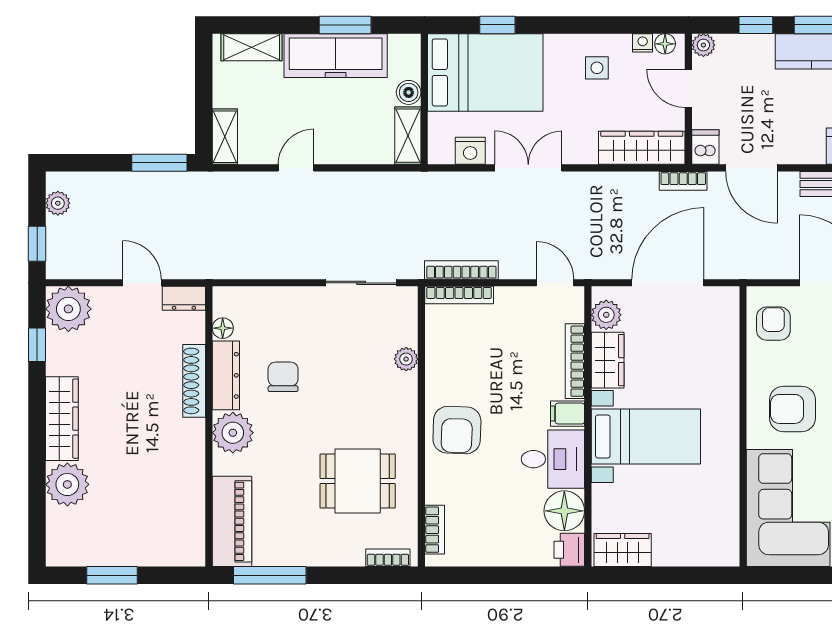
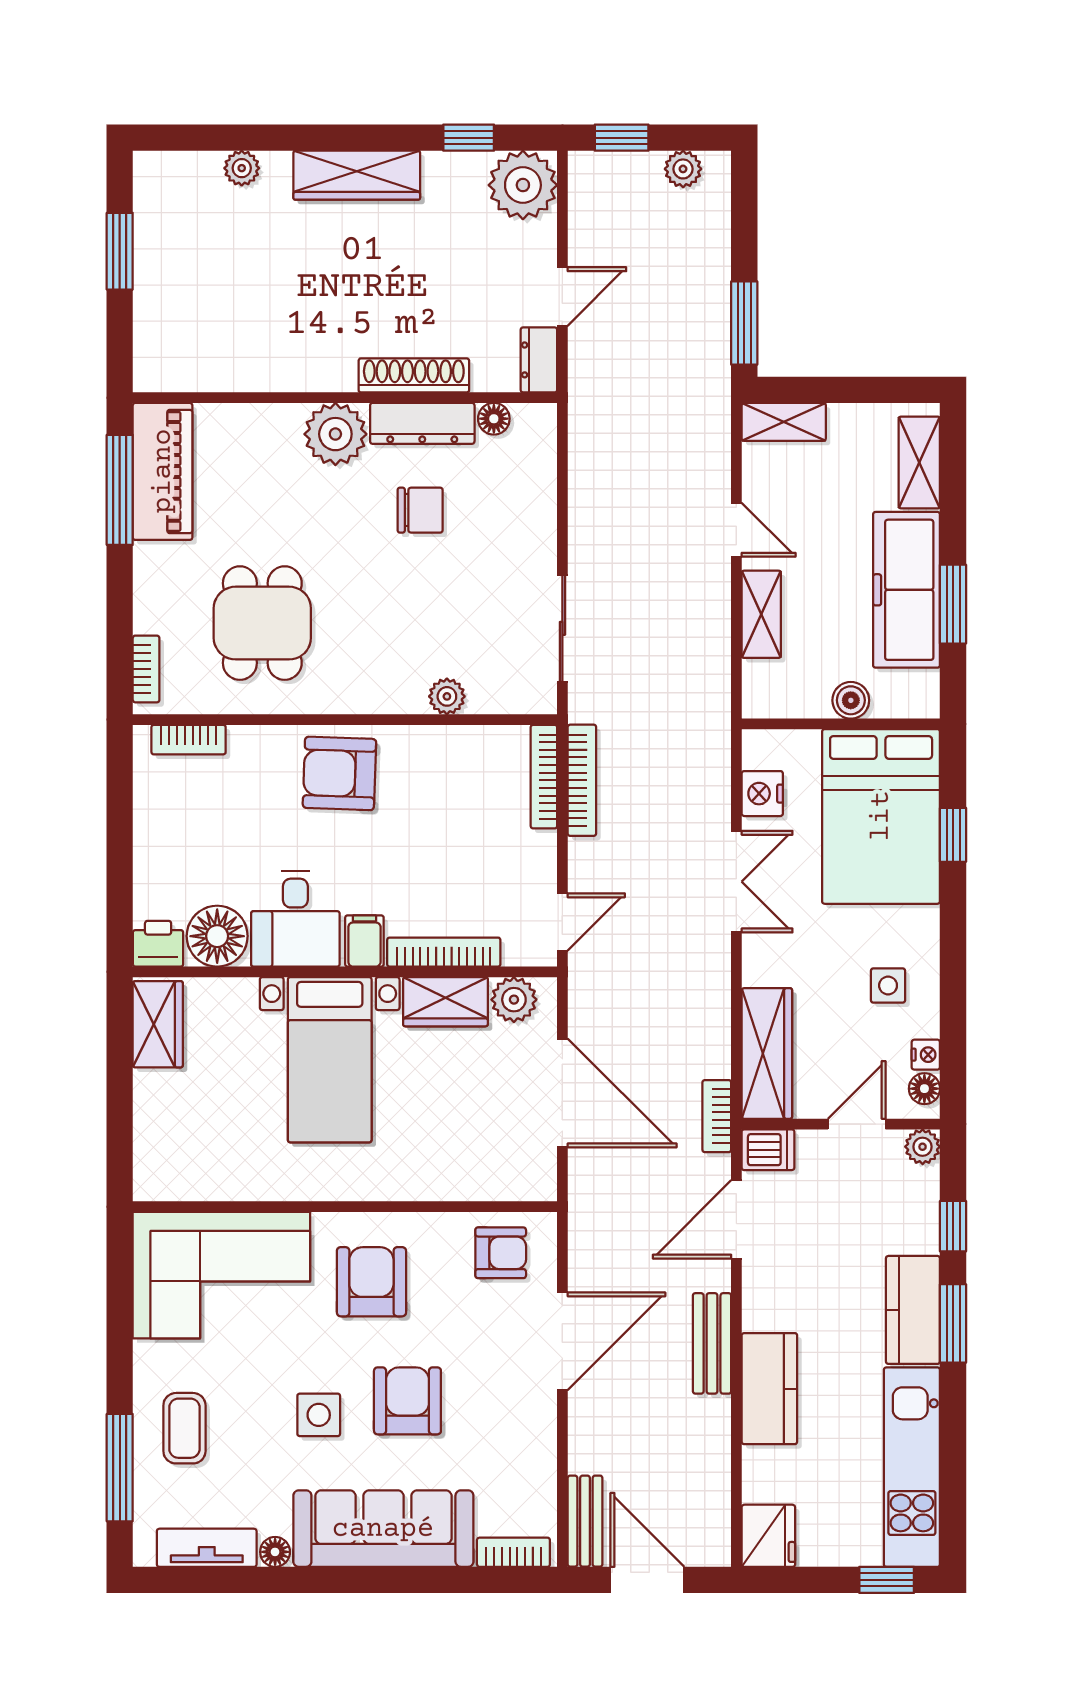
shelving: (408, 136) -> (761, 614), moved, turned 90
plant: (67, 484) -> (242, 168), width x0.53, depth x0.53
piano: (232, 521) -> (163, 471), moved, turned -90

